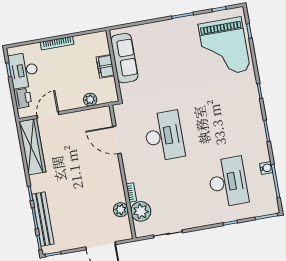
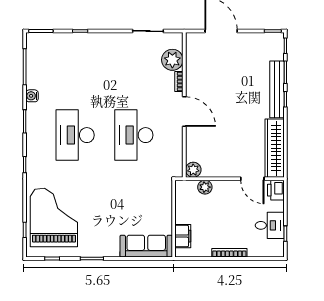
sofa: (124, 58) -> (146, 246), moved, turned 90
filing cabinet: (105, 66) -> (183, 236), moved
desk: (24, 70) -> (270, 225), width x0.73
printer: (23, 98) -> (276, 190), moved
door: (48, 115) -> (252, 179), hinge flipped
door: (117, 140) -> (184, 112), moved
water cooler: (266, 168) -> (32, 96), moved
desk: (228, 182) -> (75, 135), moved
plant: (121, 210) -> (193, 170), moved
bench: (43, 219) -> (277, 89), moved

